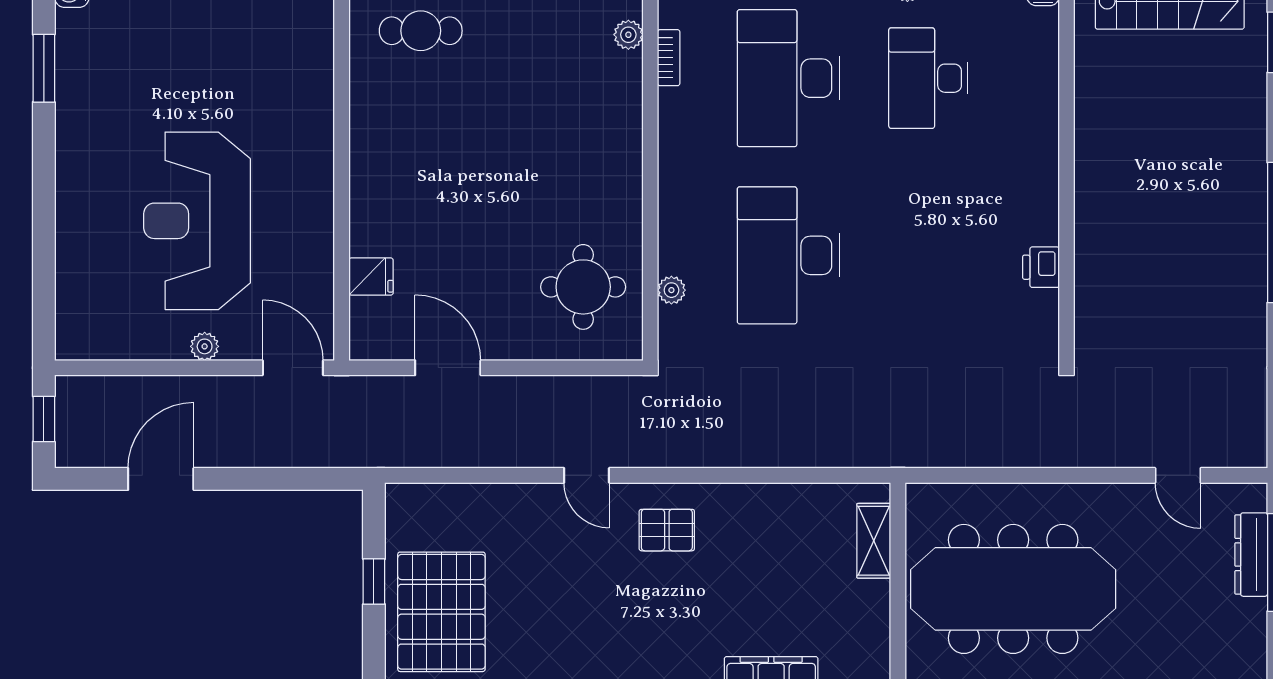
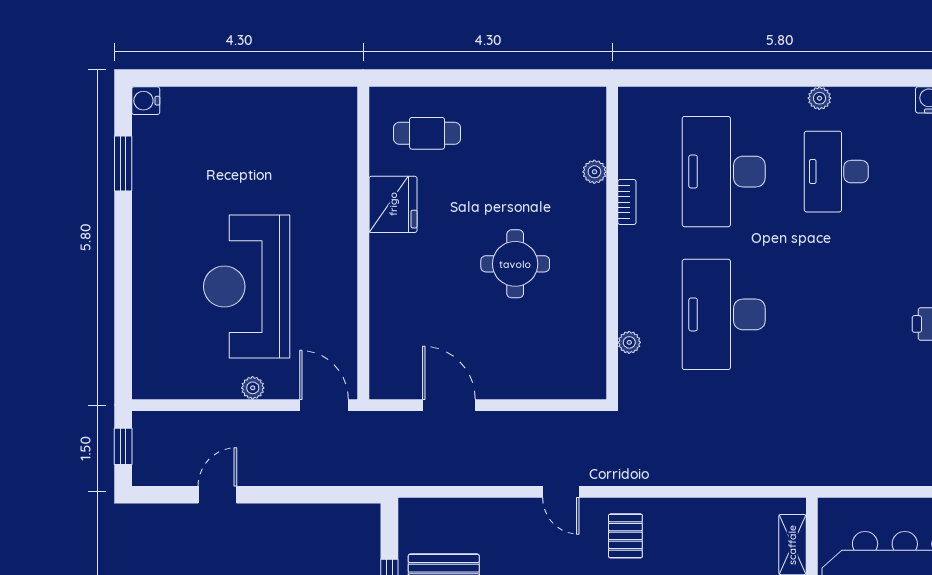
plant: (628, 35) -> (594, 172), moved
bookcase: (669, 58) -> (627, 202), moved
fridge: (371, 277) -> (393, 204), moved, width x1.88, depth x1.34
round table: (583, 287) -> (515, 264), moved
door: (161, 479) -> (217, 495), width x0.73
pallet: (667, 530) -> (625, 536), turned 90

